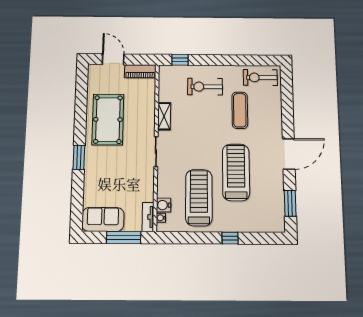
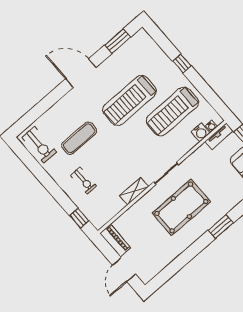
exercise bike: (205, 87) -> (84, 181), width x0.73, depth x0.72
pool table: (108, 119) -> (181, 207), moved

